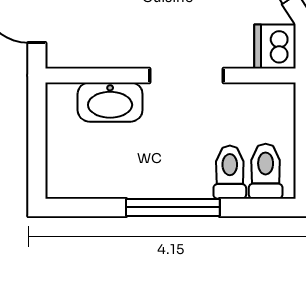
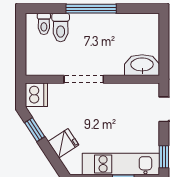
washbasin: (110, 102) -> (142, 65), moved
toilet: (266, 171) -> (44, 24), width x0.73, depth x0.72

